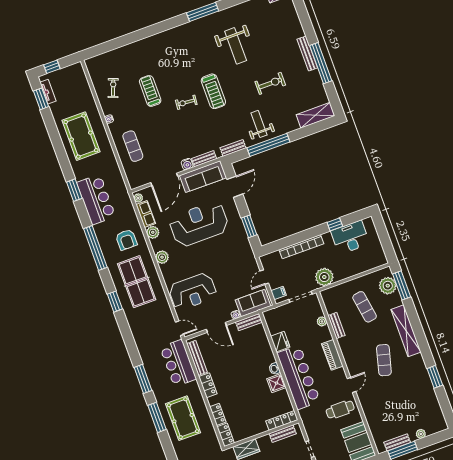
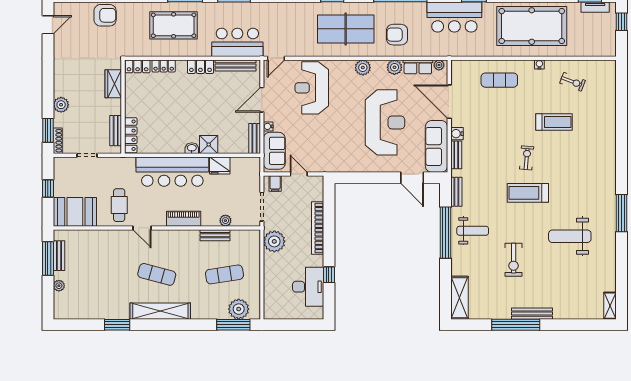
pool table: (81, 136) -> (532, 26), width x1.36, depth x1.32
window: (249, 226) -> (362, 178), removed
shelving: (406, 331) -> (160, 311), moved
shower: (276, 383) -> (209, 144), moved

